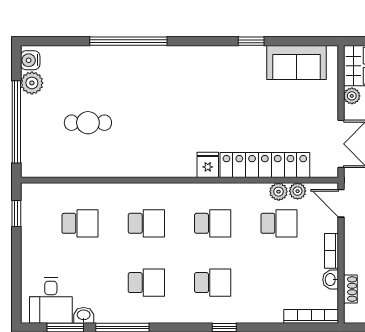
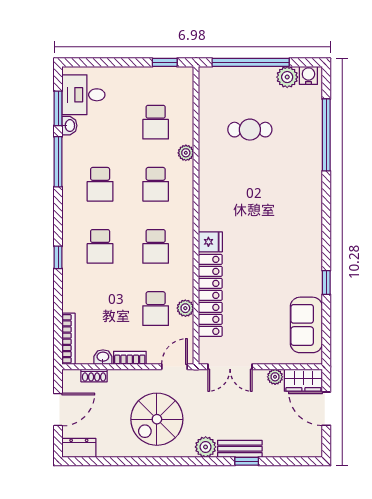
window: (128, 41) -> (326, 135), moved
cafe table: (88, 123) -> (250, 130), turned 90
plant: (298, 191) -> (186, 153), moved

